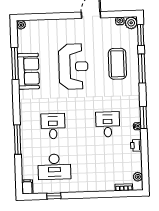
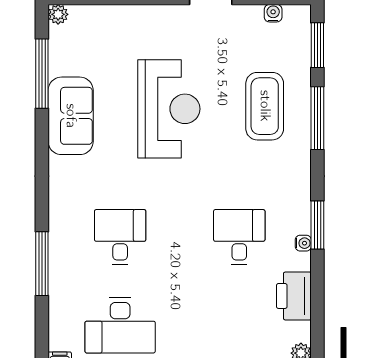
plant: (131, 23) -> (298, 18), removed
window: (15, 63) -> (42, 74), moved
printer: (136, 145) -> (294, 296), width x1.87, depth x1.48

